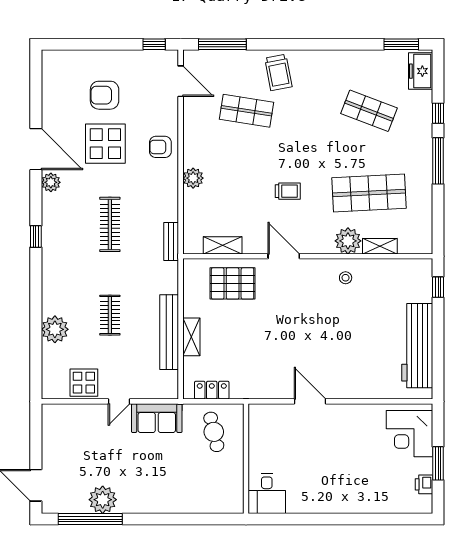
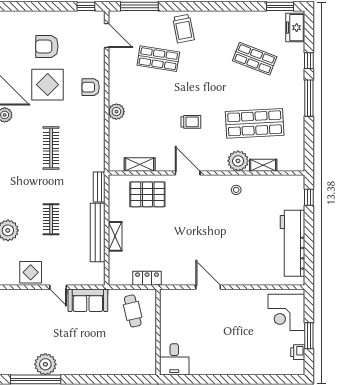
bench: (171, 241) -> (99, 187), moved
locker: (212, 390) -> (147, 278), moved
door: (119, 401) -> (58, 287), hinge flipped

